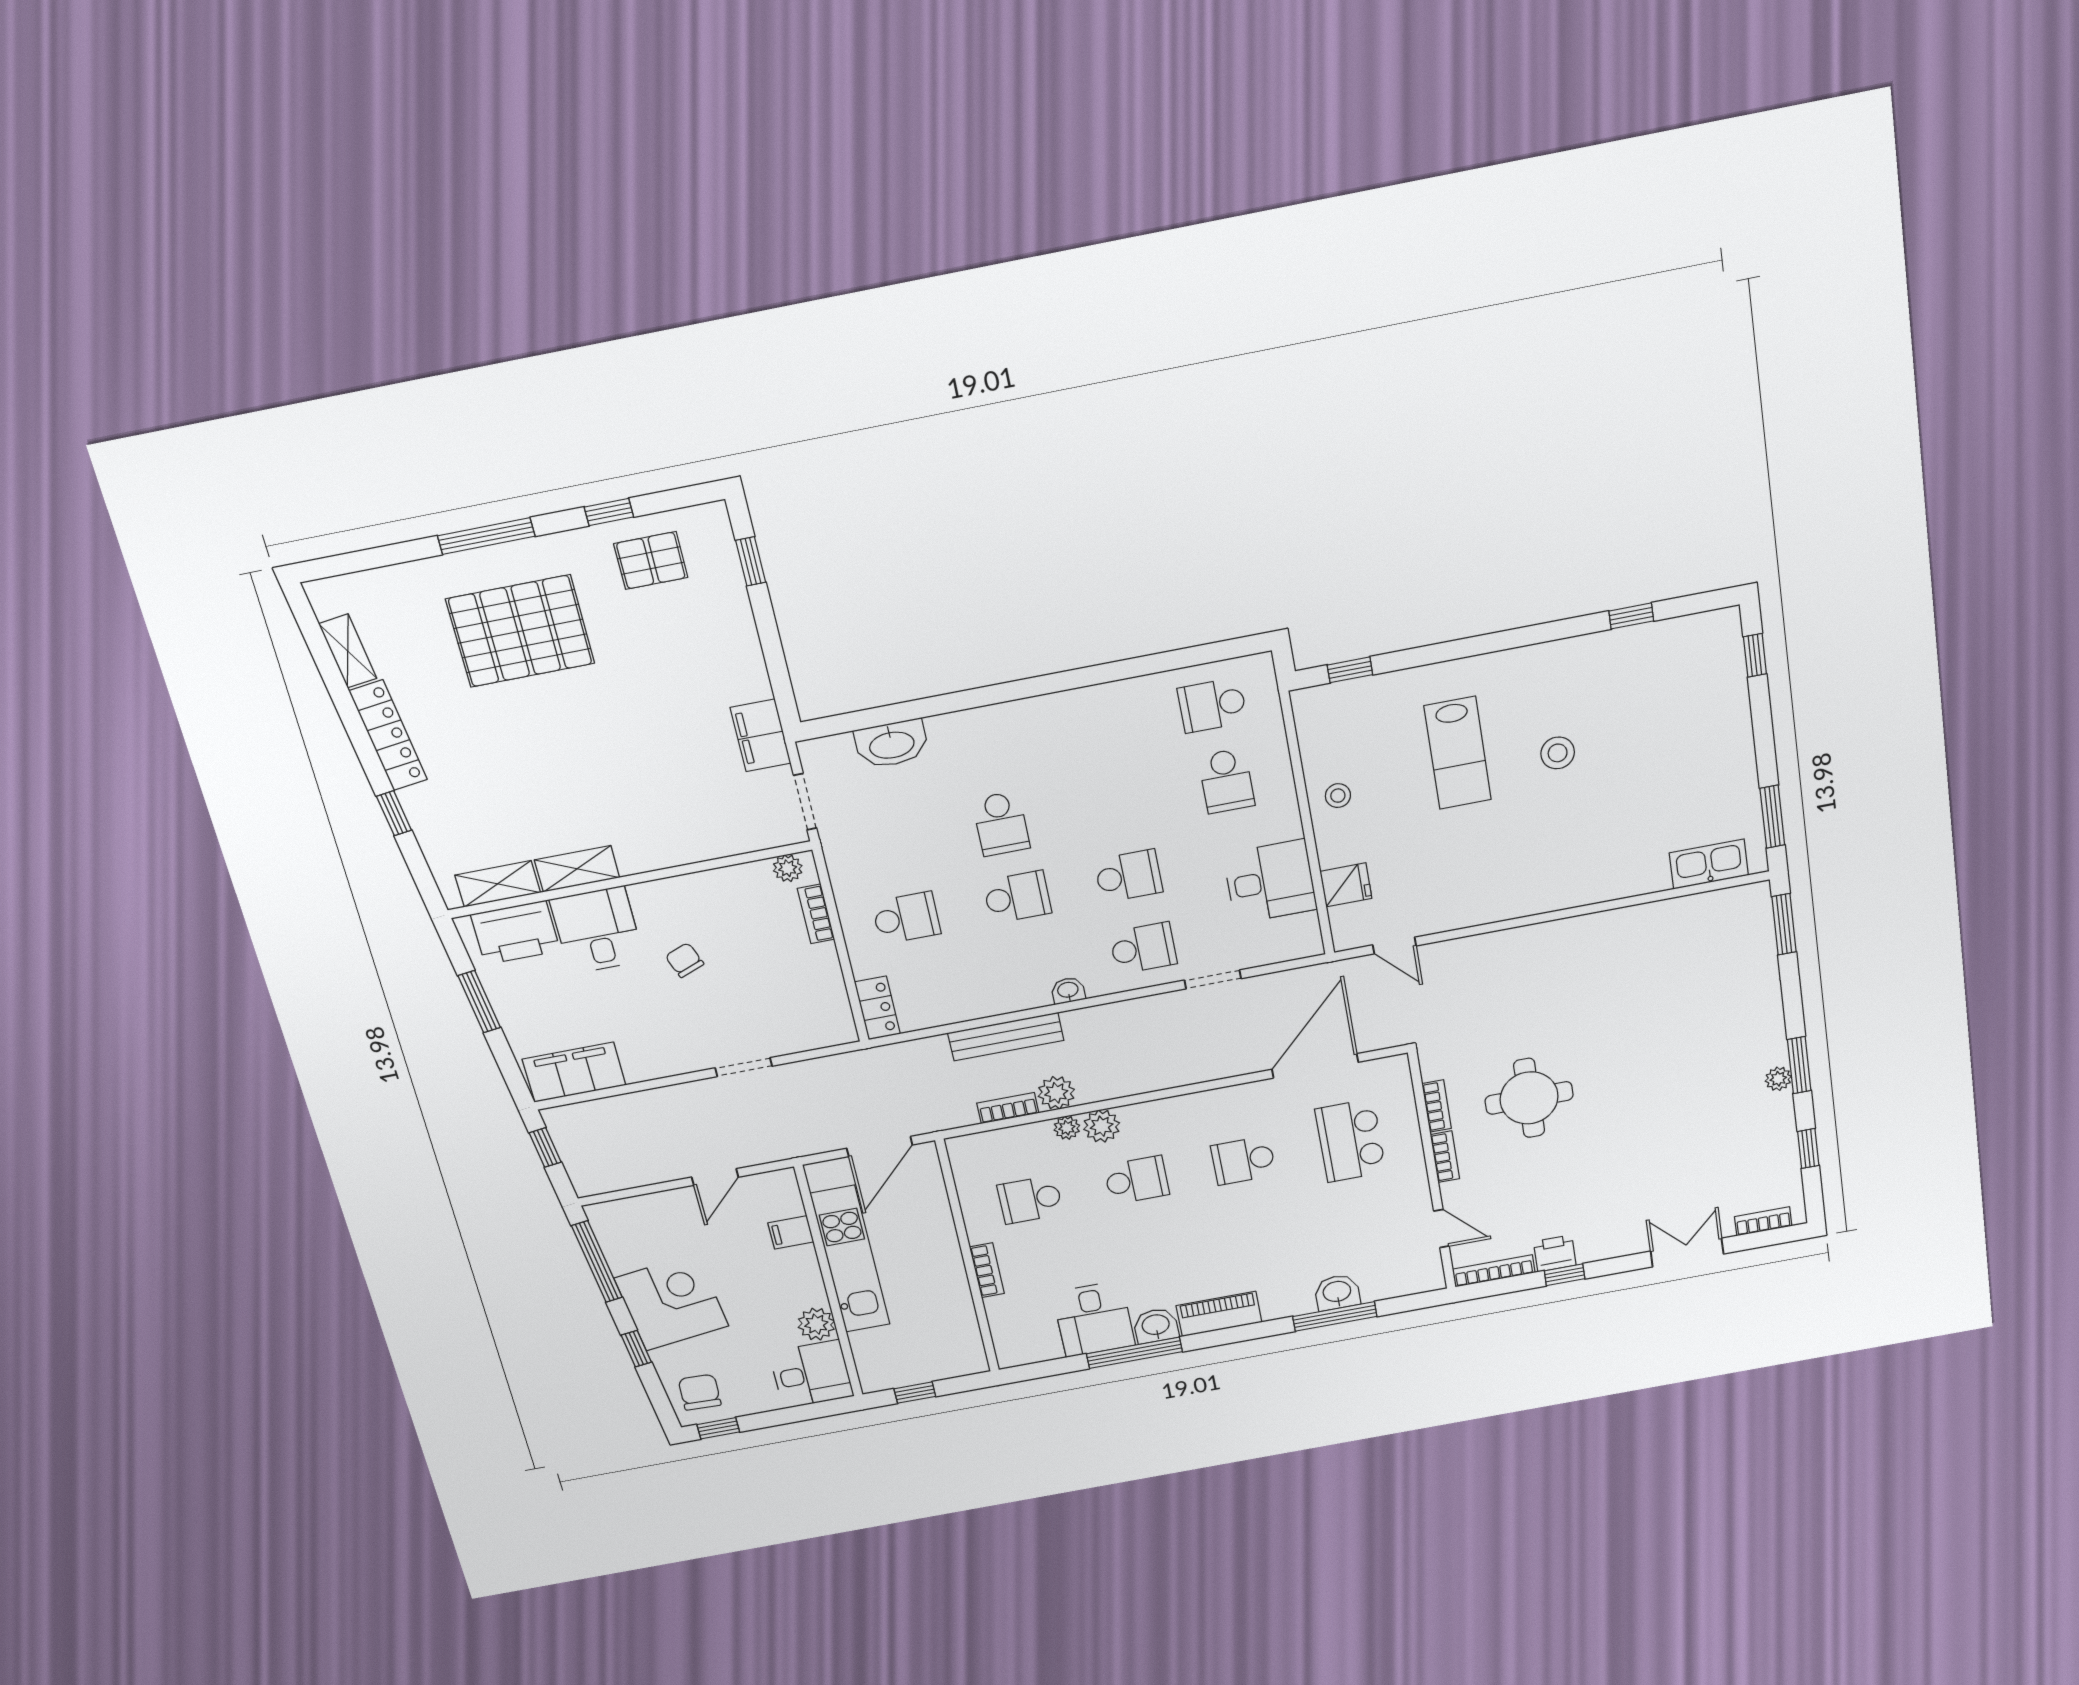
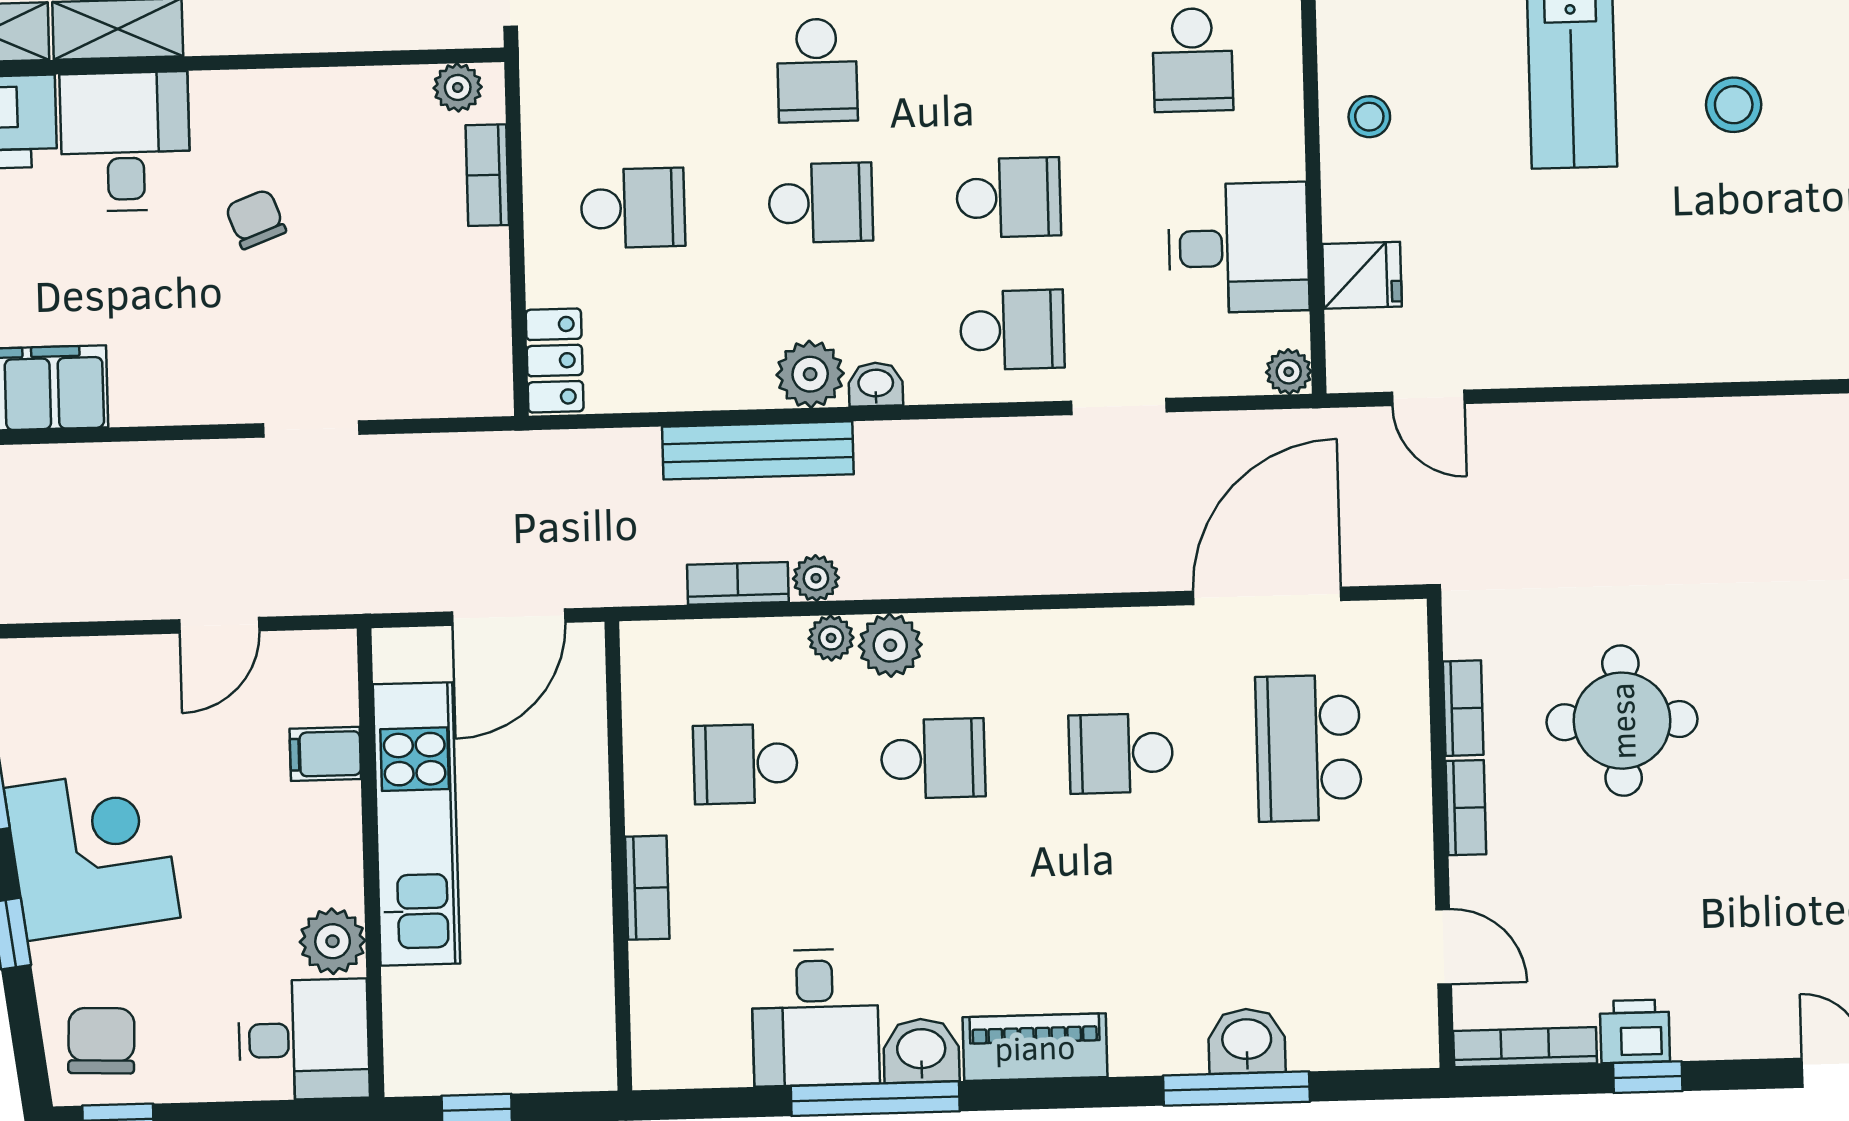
plant: (1310, 945) -> (1289, 372), added
plant: (1029, 991) -> (810, 374), added
plant: (1056, 1093) -> (816, 578), width x0.73, depth x0.73

